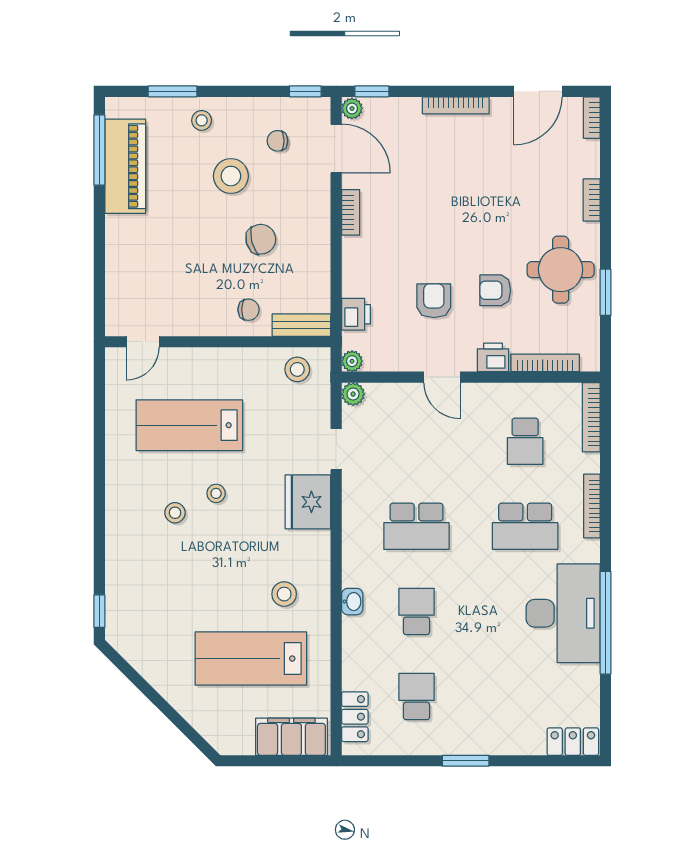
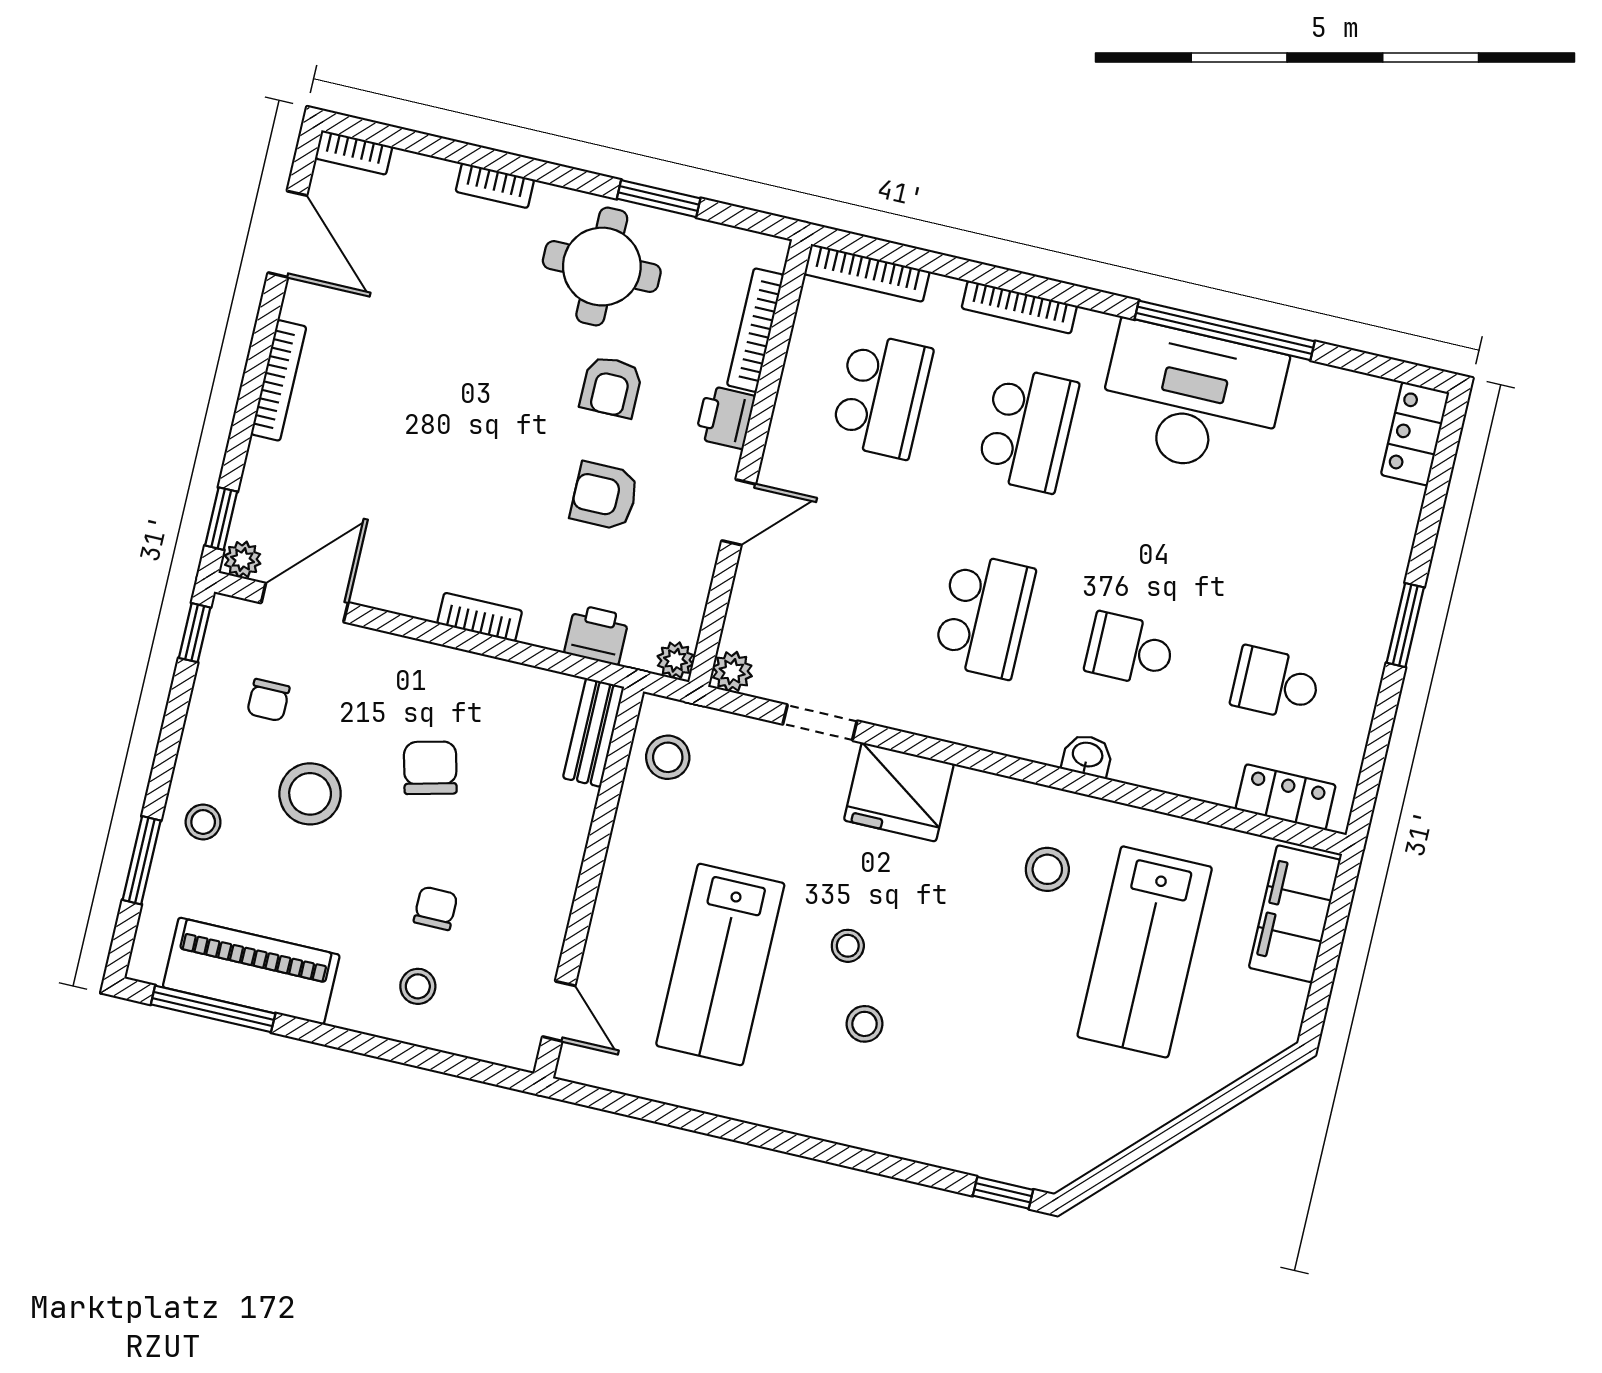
bookcase: (351, 212) -> (480, 617), moved
stool: (138, 261) -> (418, 986), added
chair: (248, 310) -> (436, 908), moved
school desk: (525, 441) -> (882, 396), width x1.85

